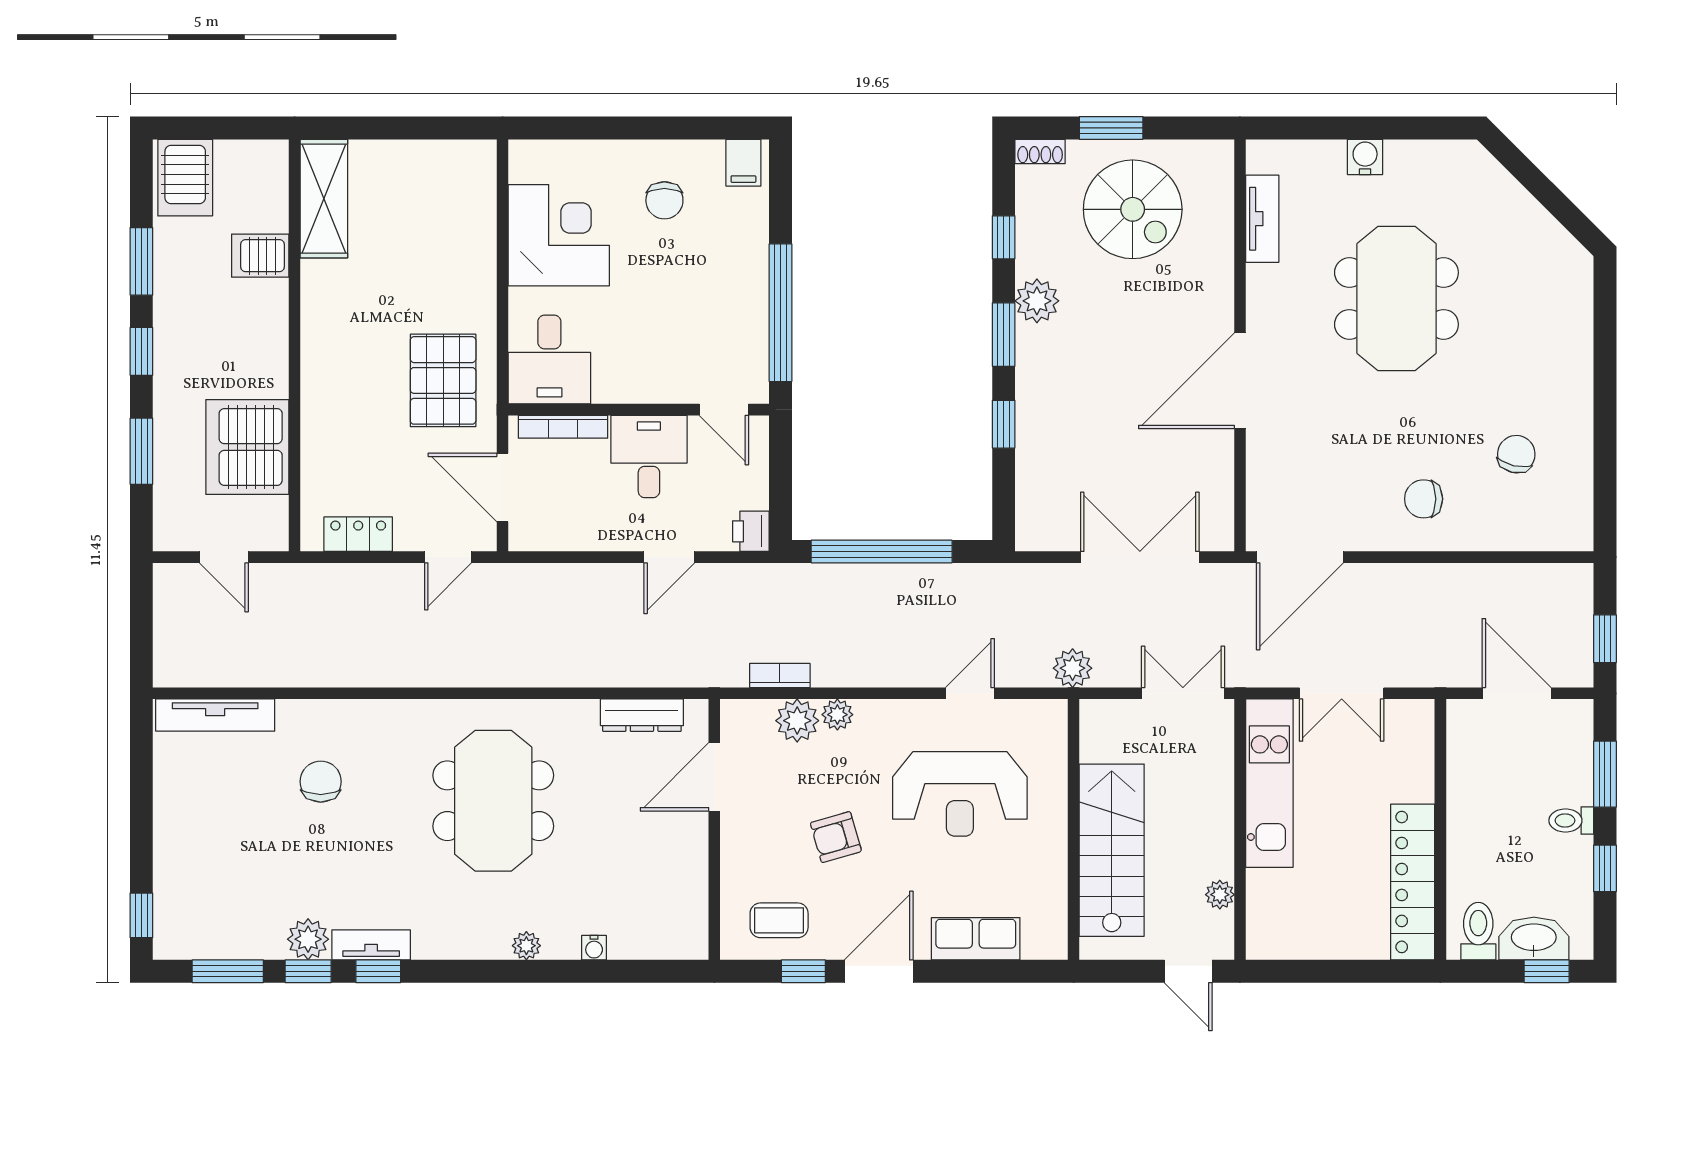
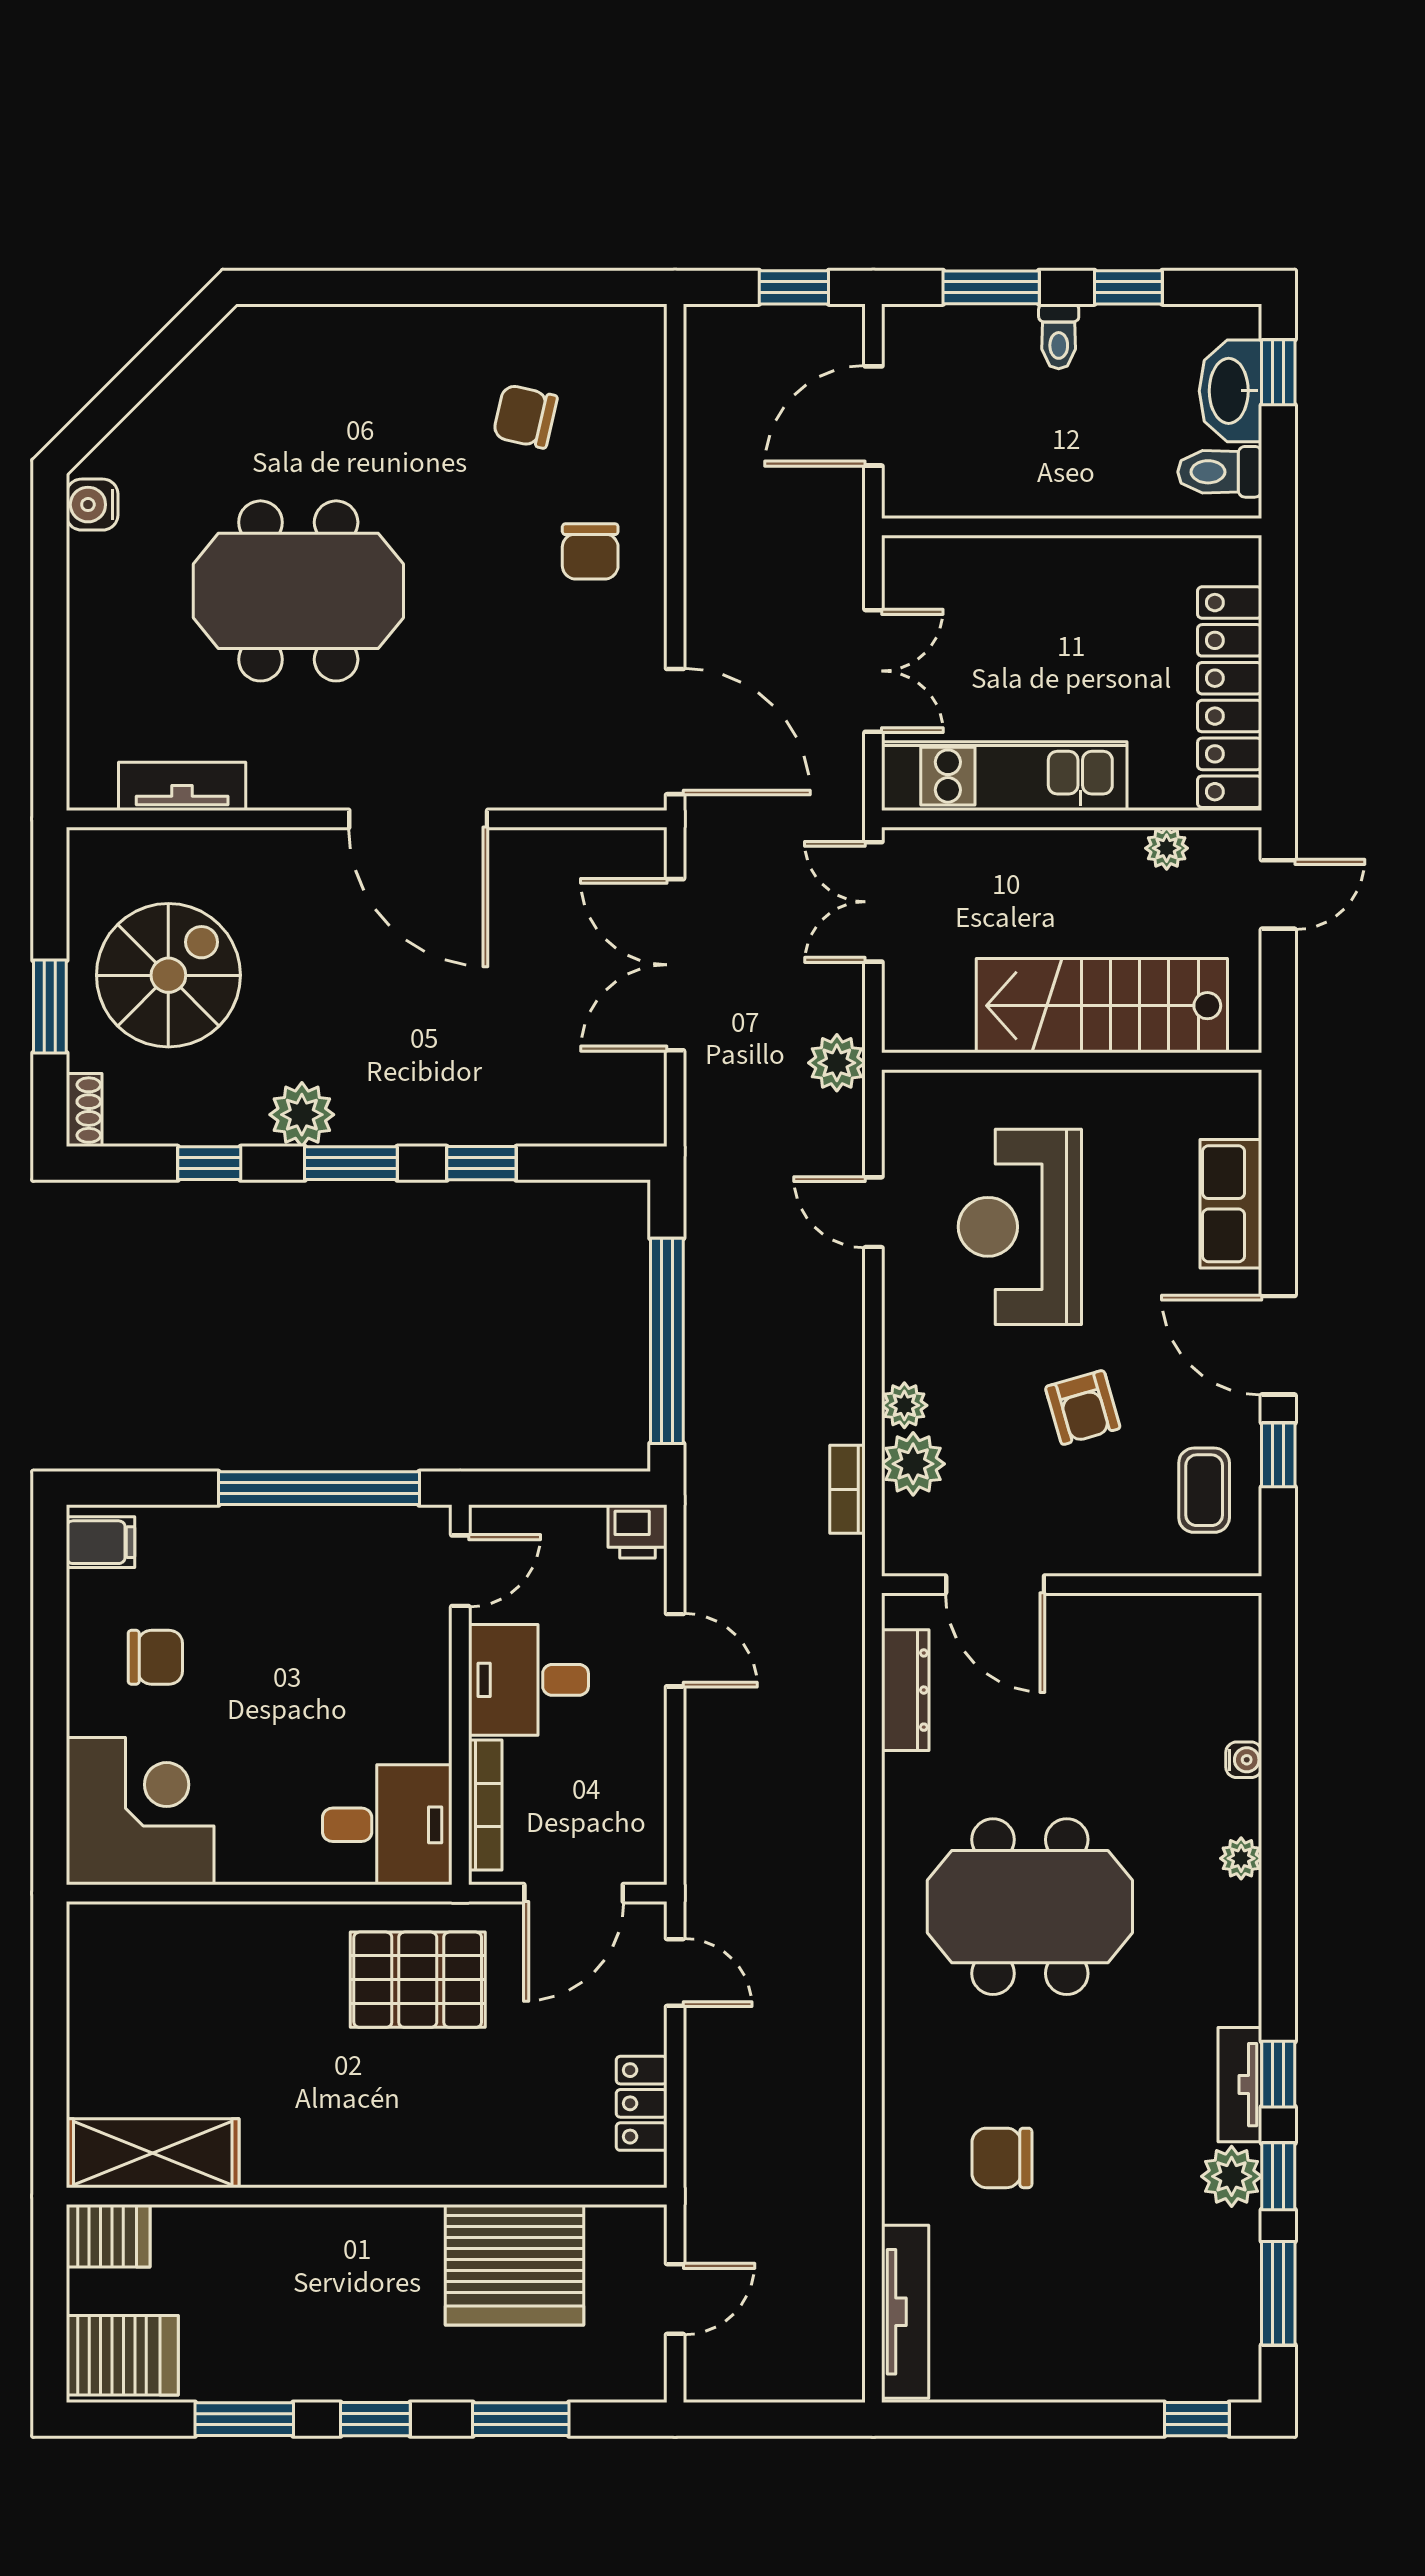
water cooler: (1365, 157) -> (92, 505), moved
corner desk: (559, 235) -> (140, 1811), moved, turned 90
server rack: (260, 256) -> (108, 2236), moved, turned -90
reception desk: (960, 794) -> (1020, 1227), turned 180
locker: (1413, 882) -> (1230, 697), moved, turned 90

